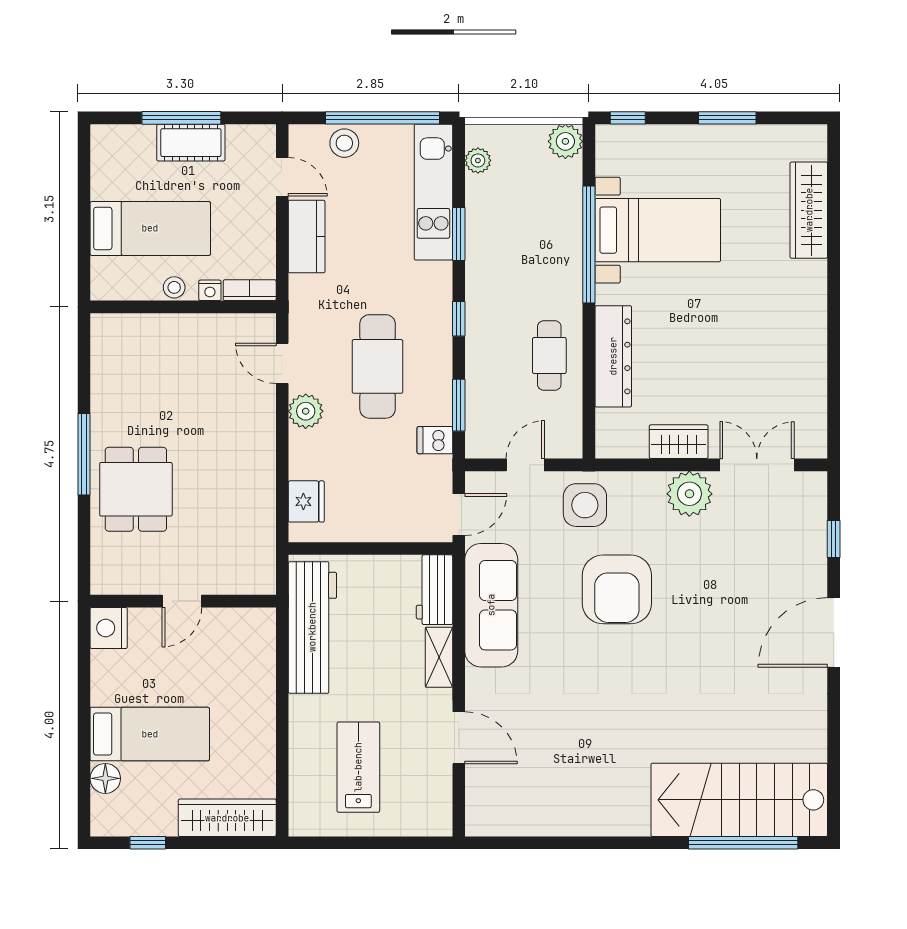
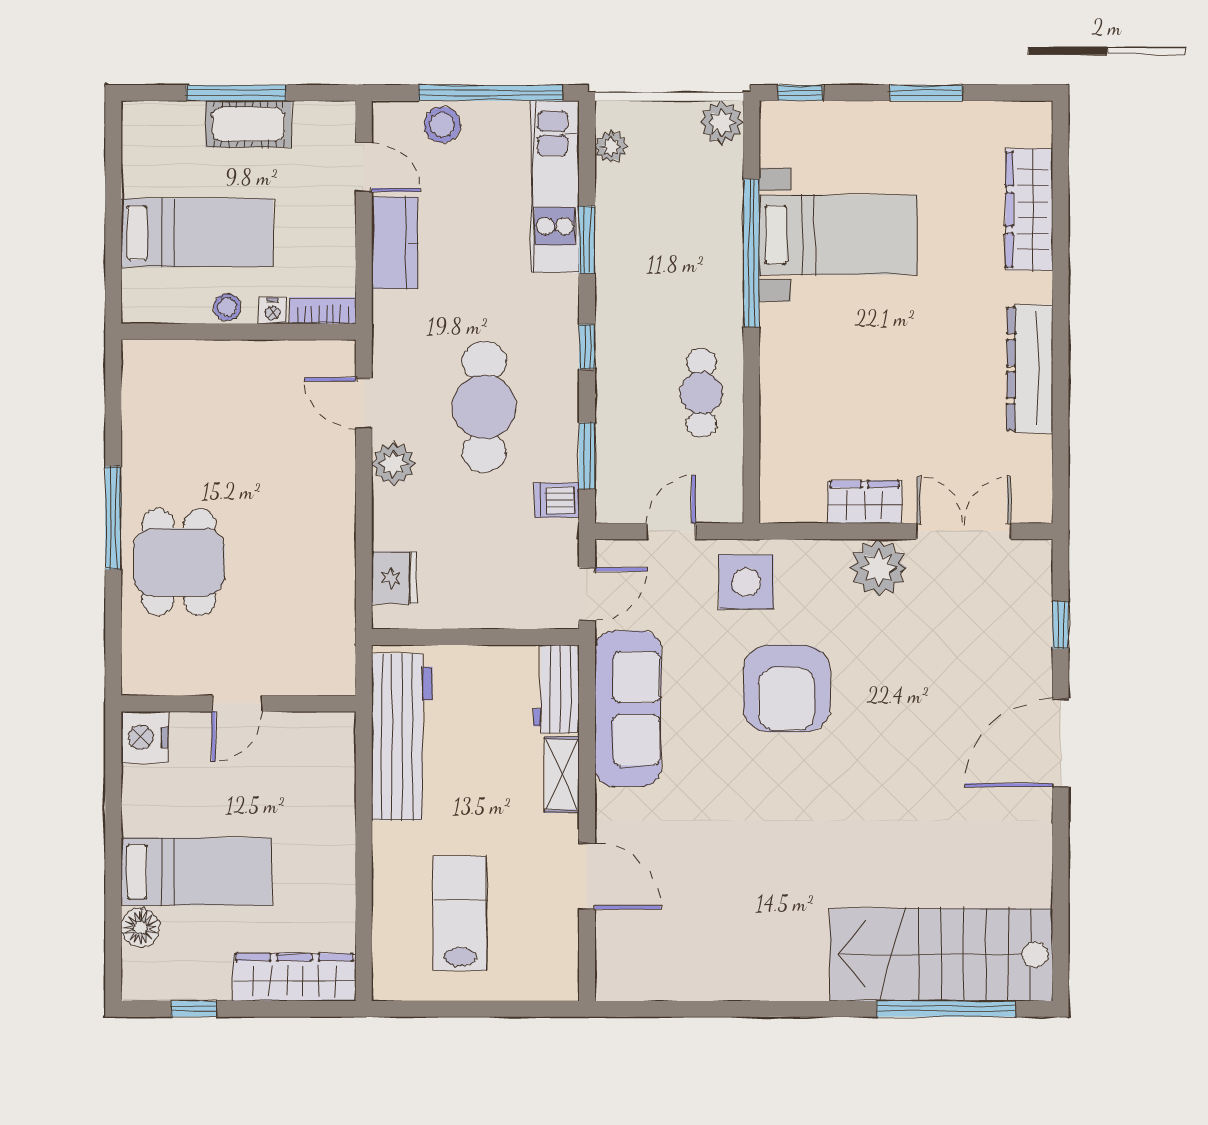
dresser: (613, 356) -> (1030, 369), moved, turned 180

